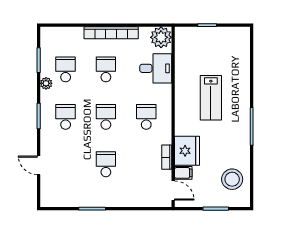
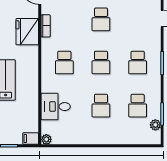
bookcase: (111, 33) -> (96, 139), removed
plant: (161, 37) -> (46, 139), width x0.53, depth x0.53
plant: (46, 83) -> (155, 125), moved
filing cabinet: (183, 173) -> (31, 139), moved

